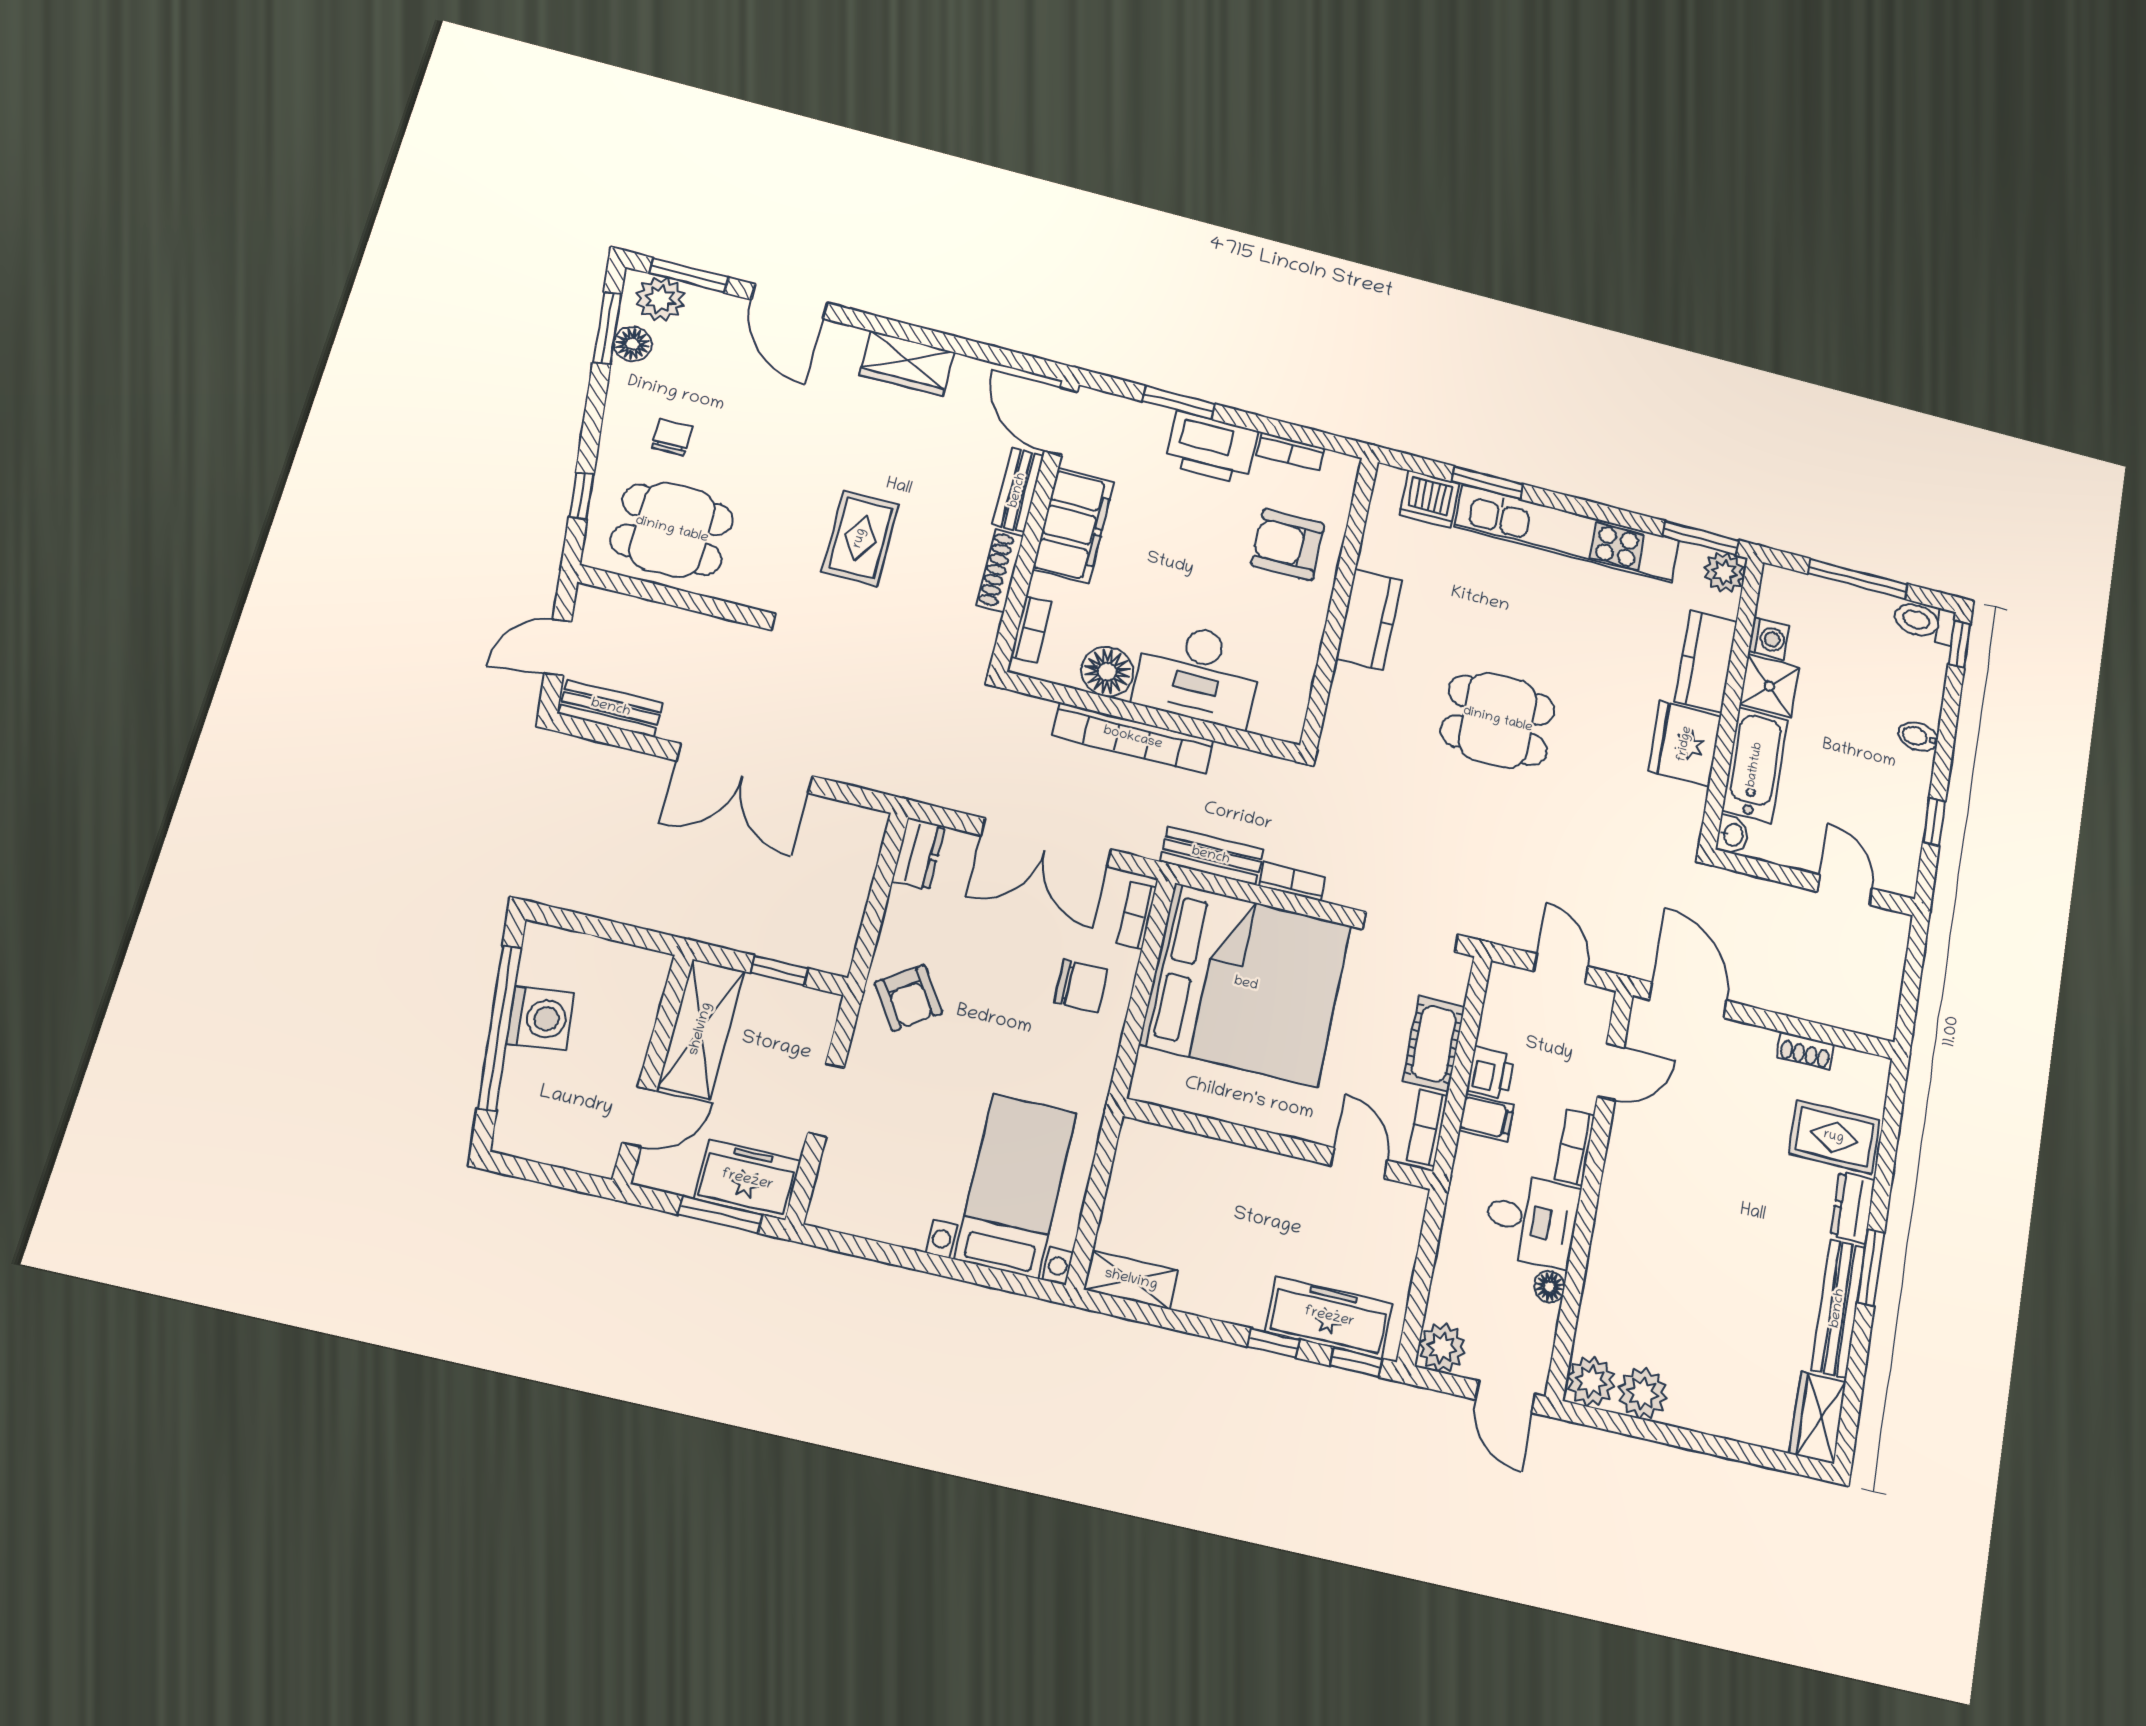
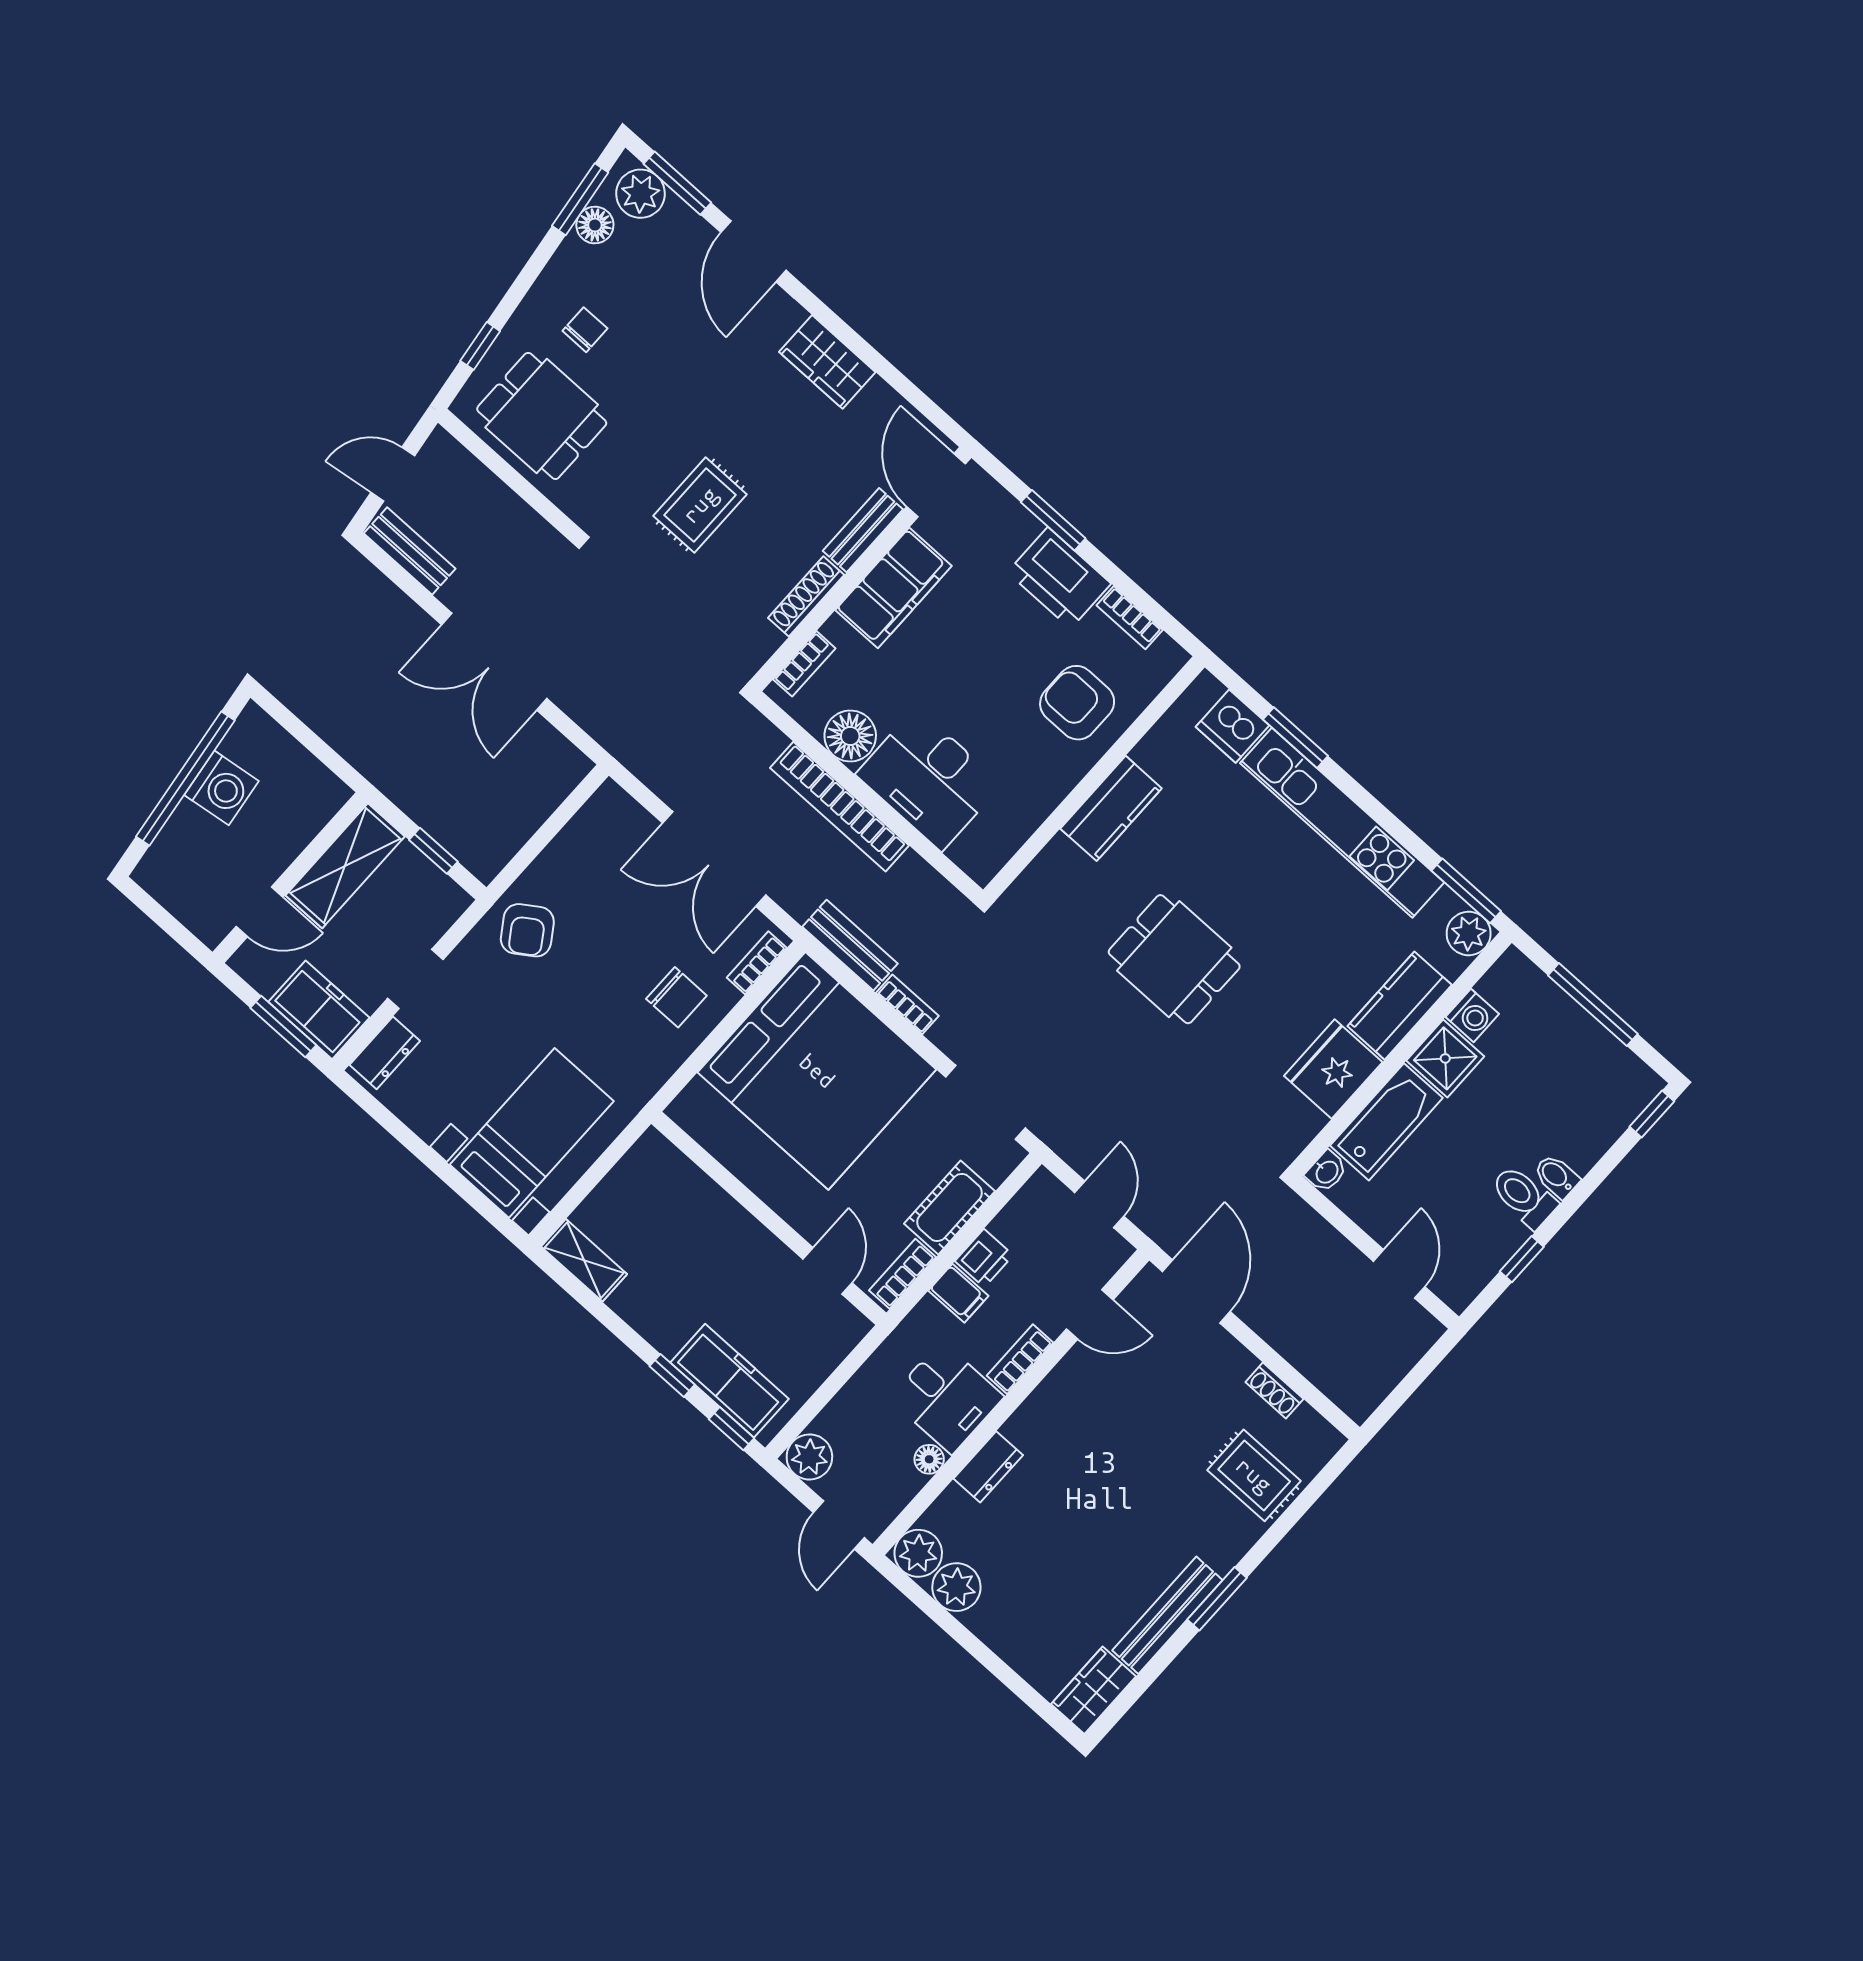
toilet: (1924, 622) -> (1524, 1197), moved
dresser: (918, 854) -> (385, 1053), moved
dresser: (1853, 1207) -> (988, 1467), moved, turned 180

